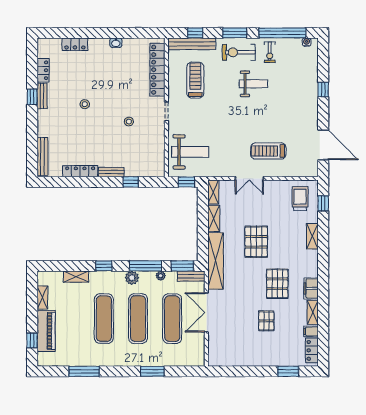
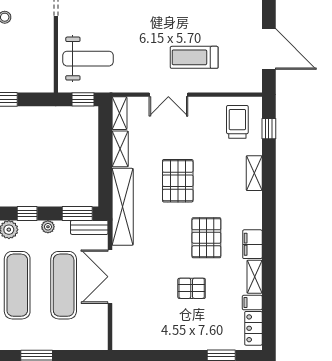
window: (145, 266) -> (27, 214), width x0.46
pallet: (266, 321) -> (192, 288), turned 90

